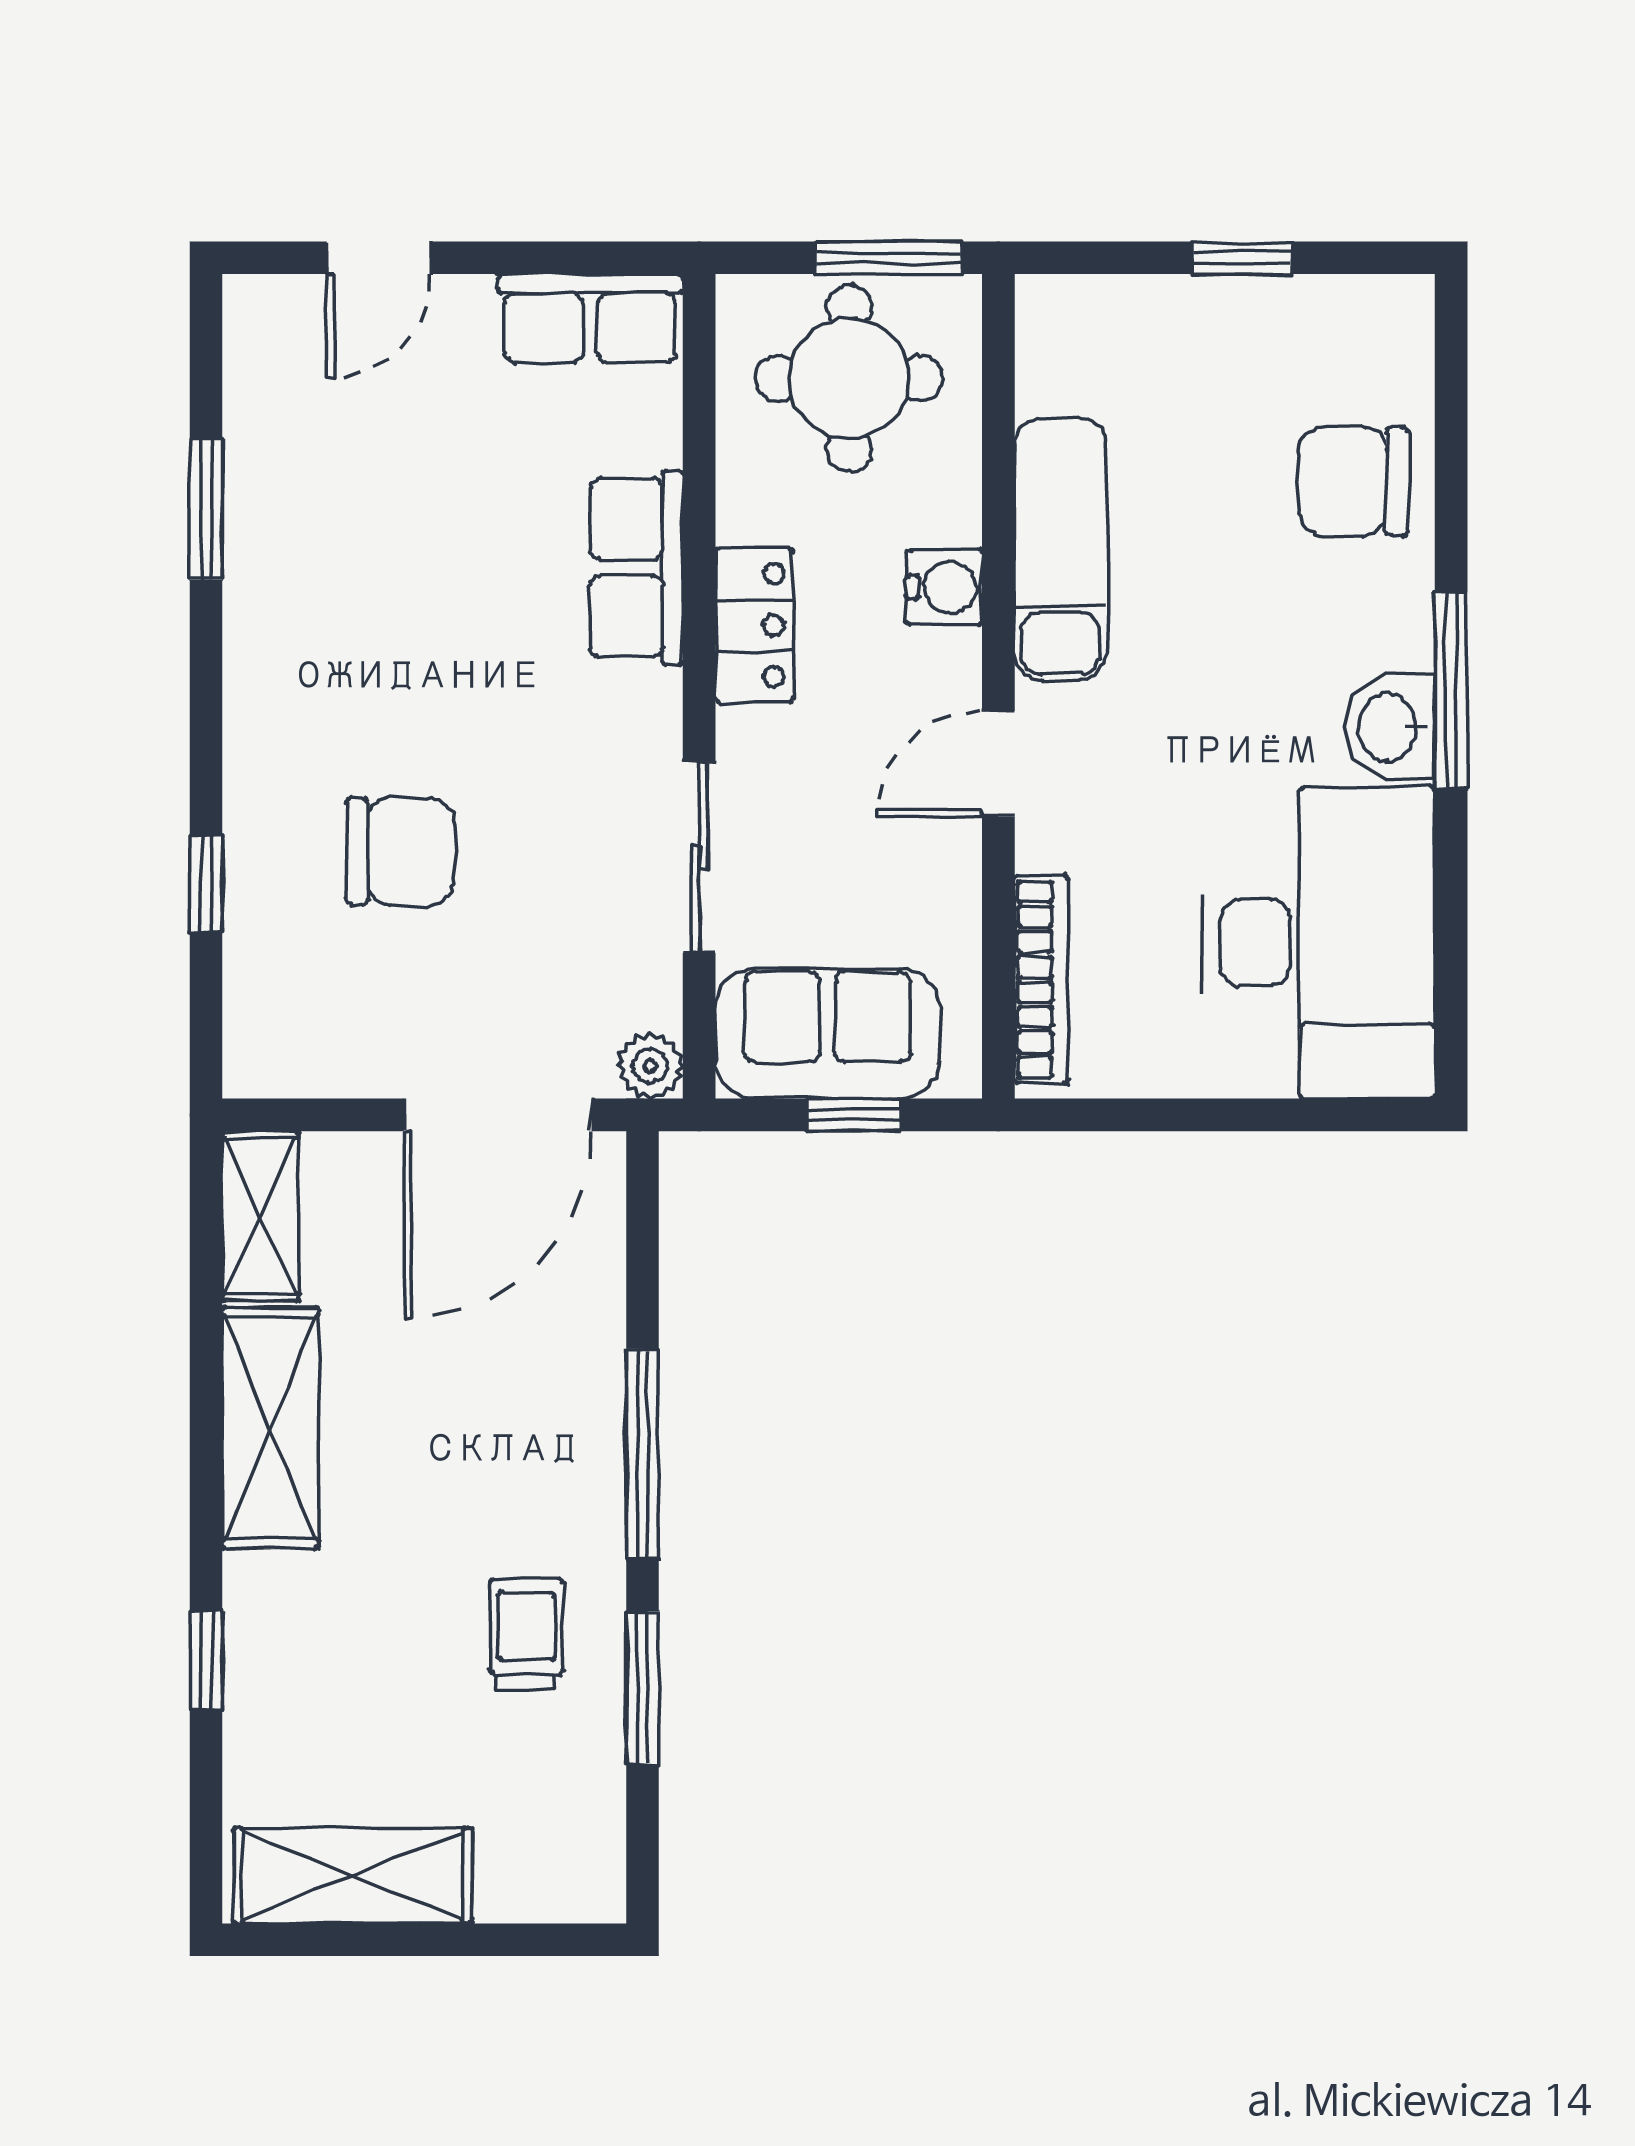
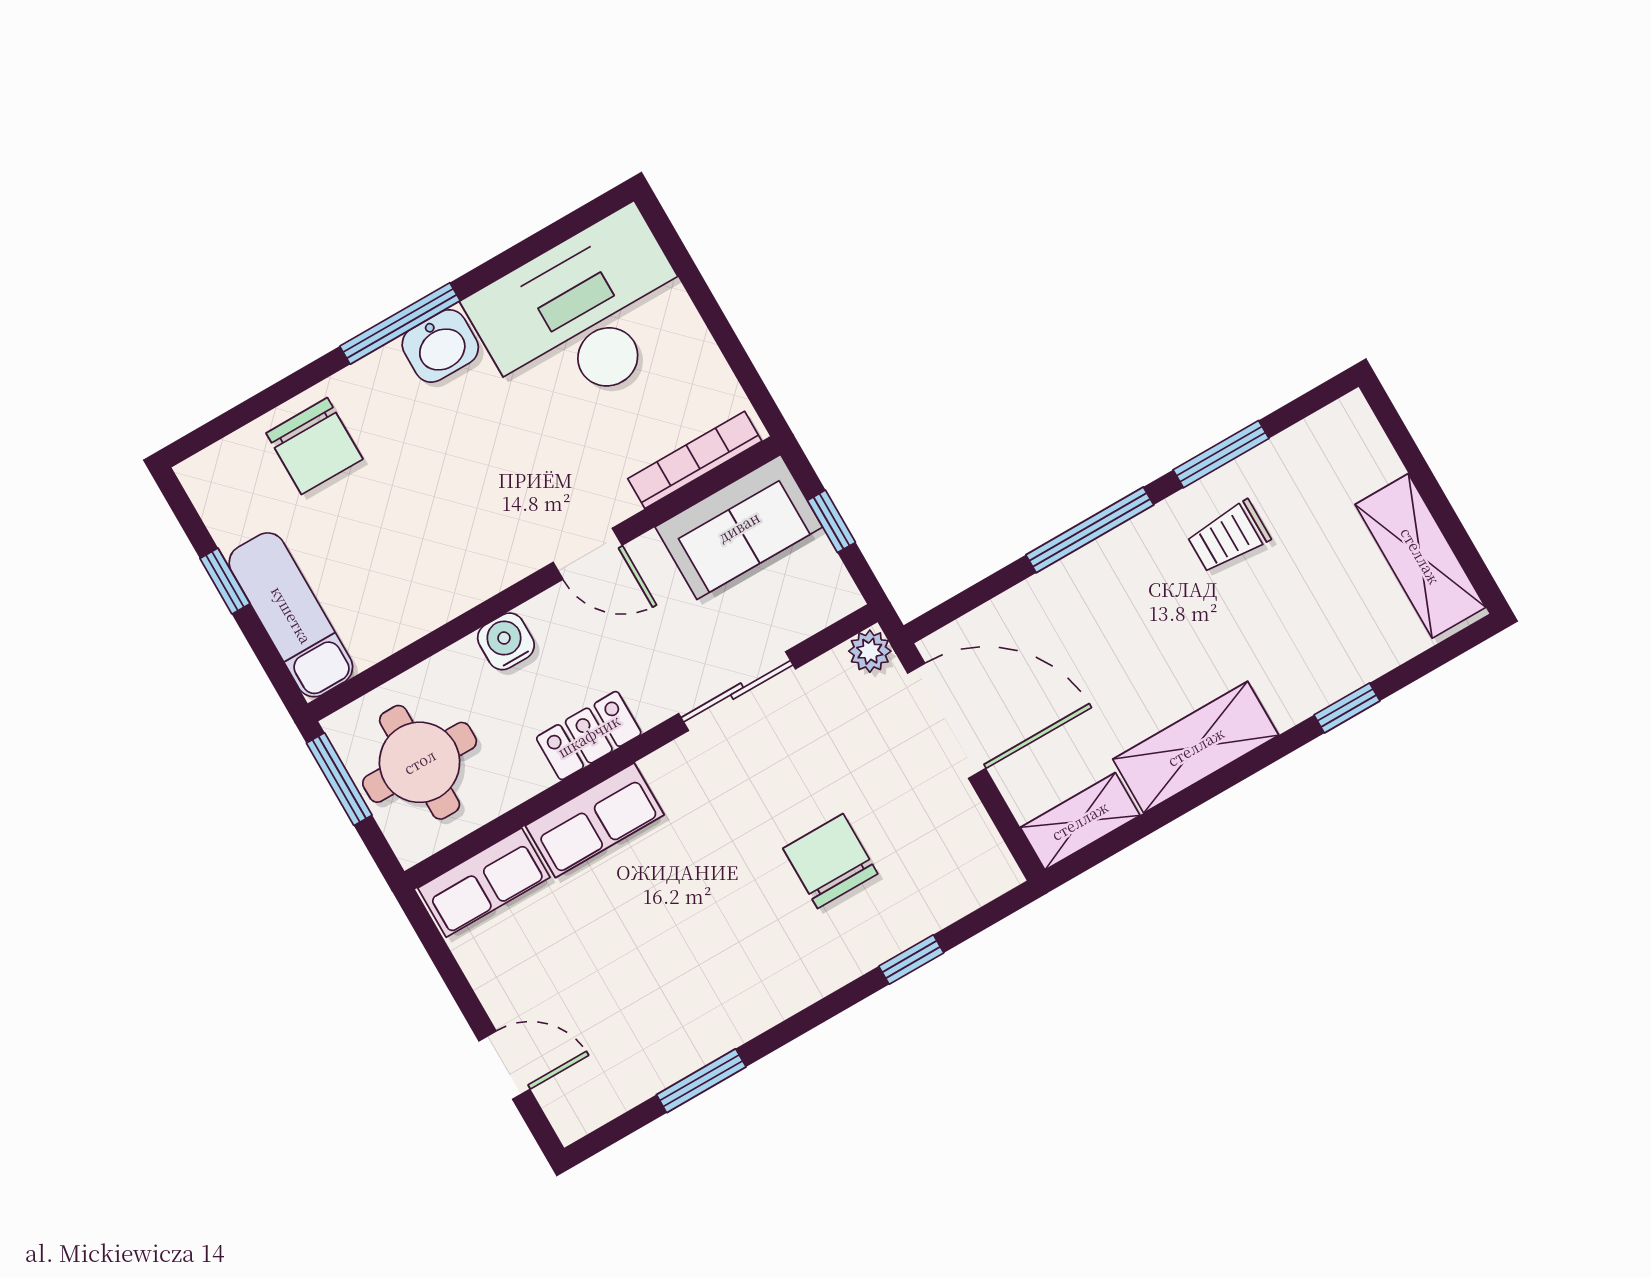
row of seats: (590, 318) -> (484, 883), moved, turned 90
exam couch: (1060, 549) -> (291, 615), moved, turned 90
sofa: (827, 1034) -> (739, 527), moved, turned -90

